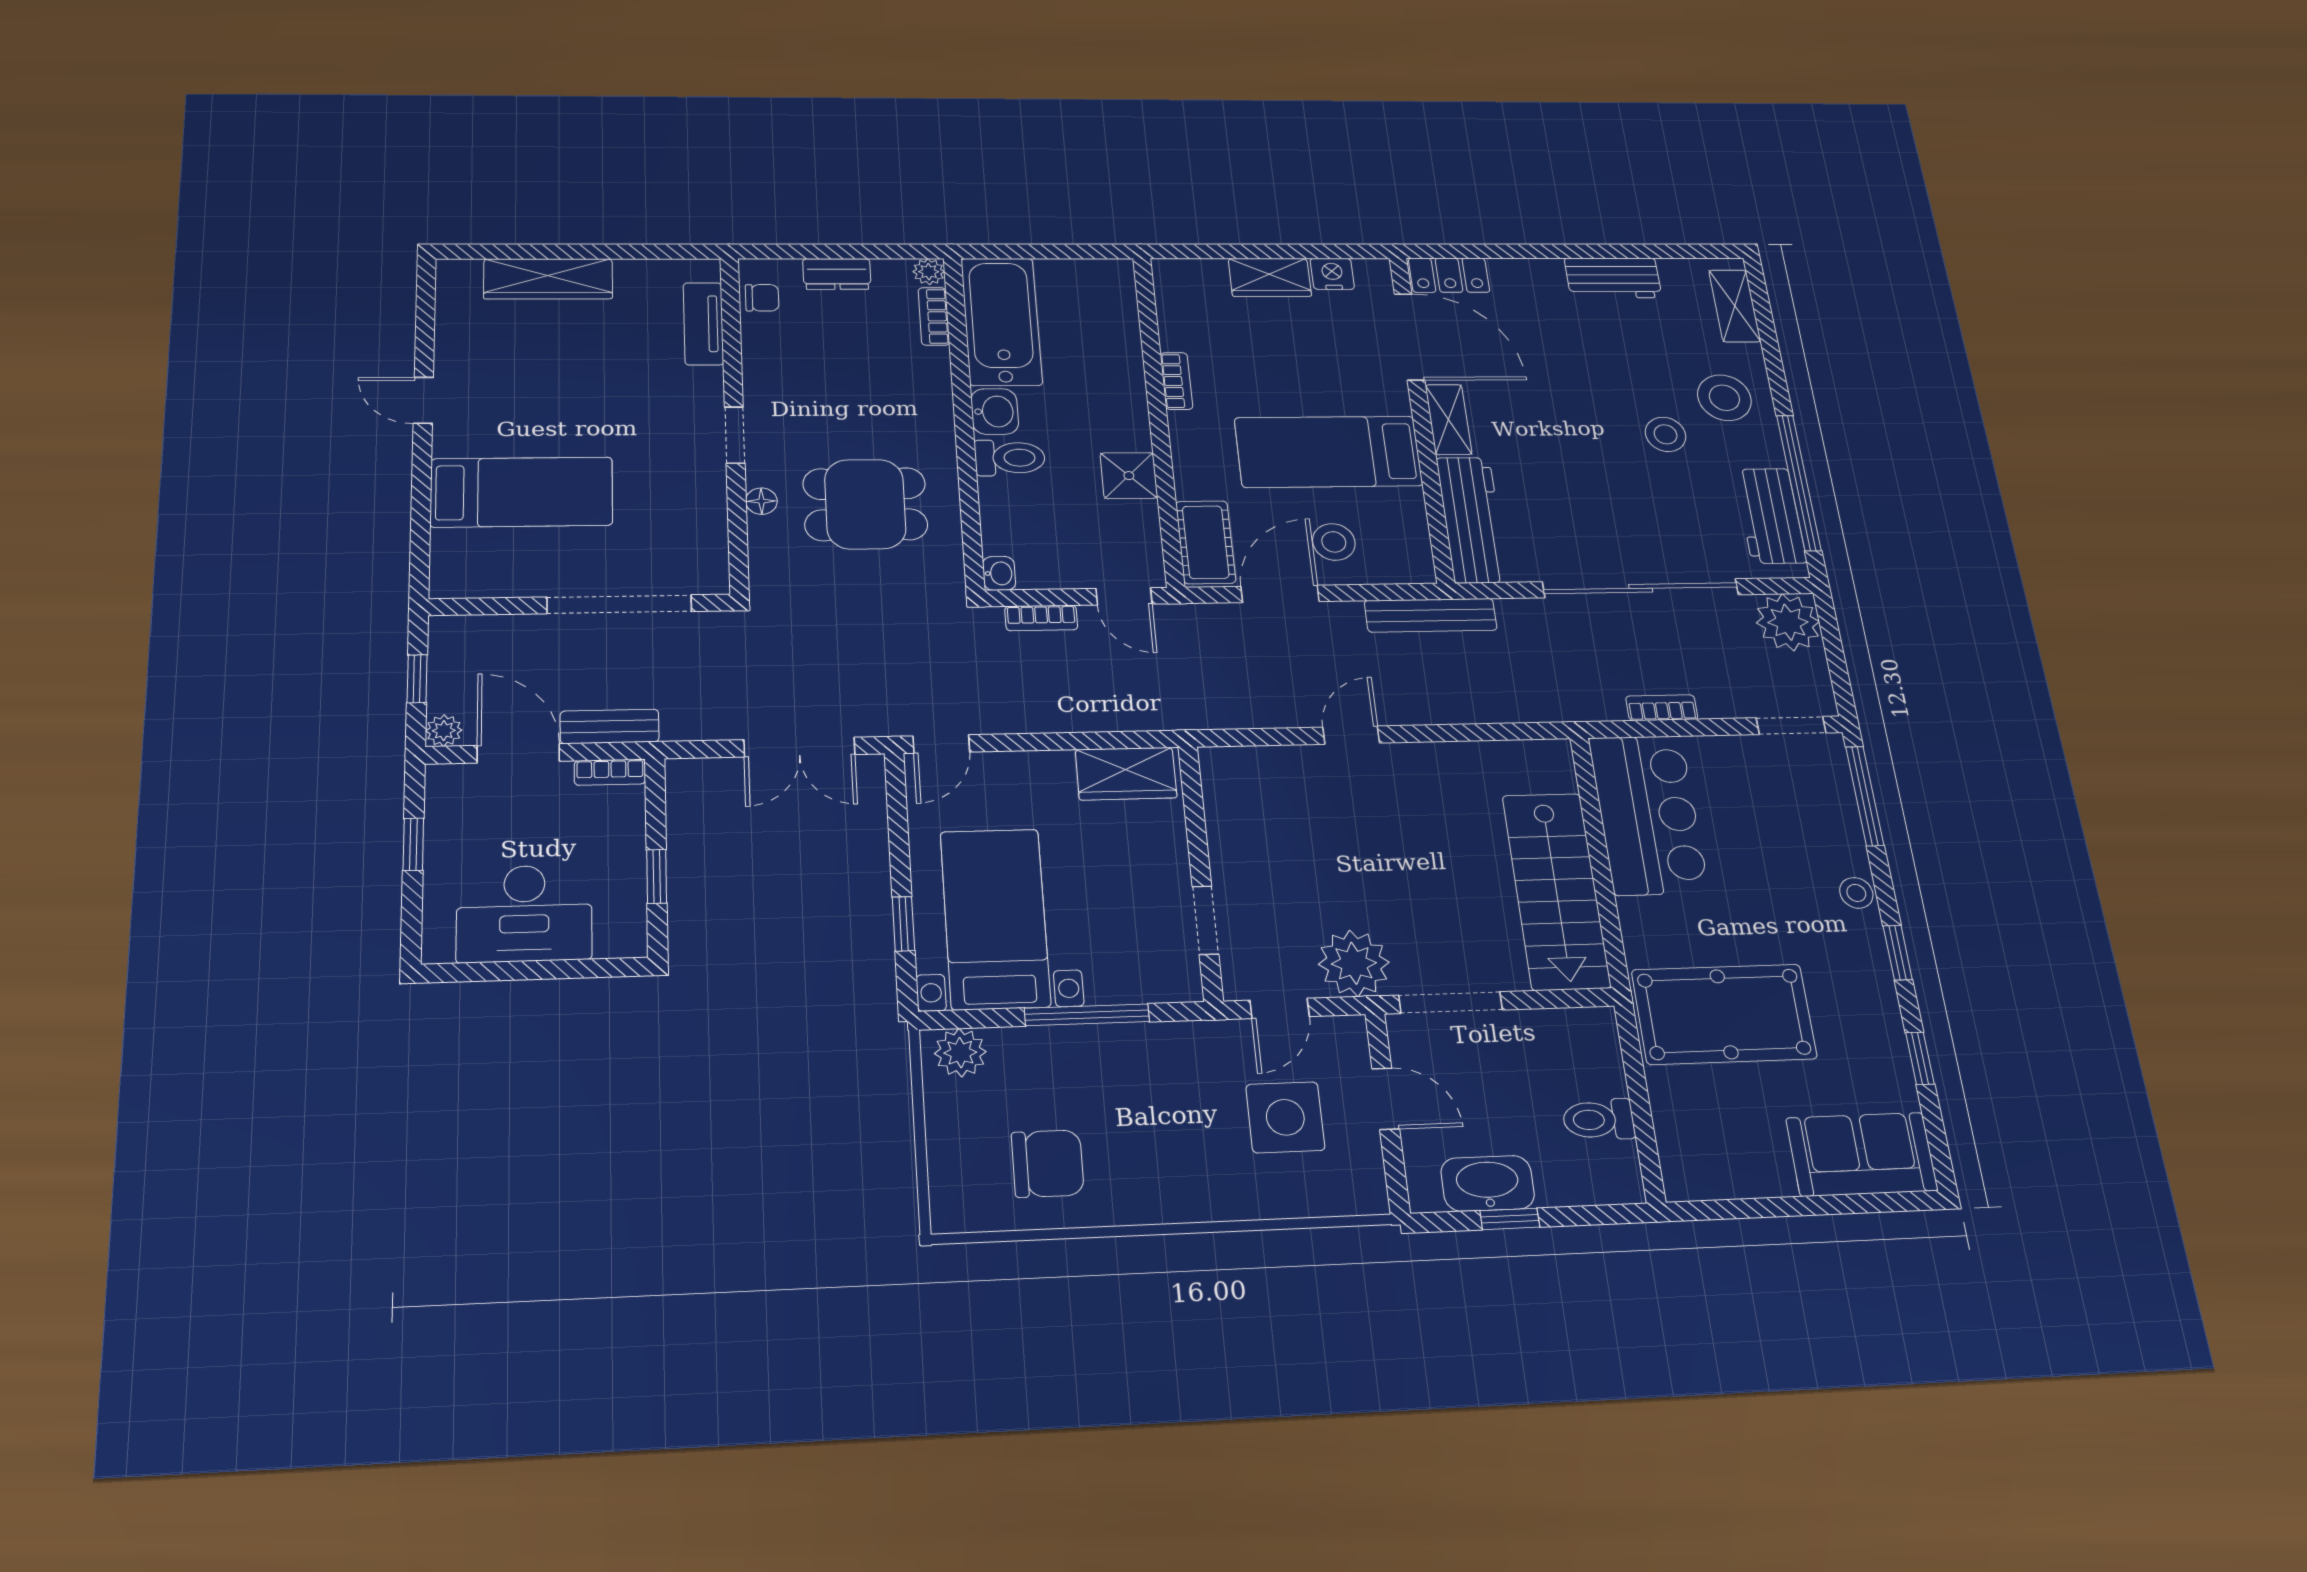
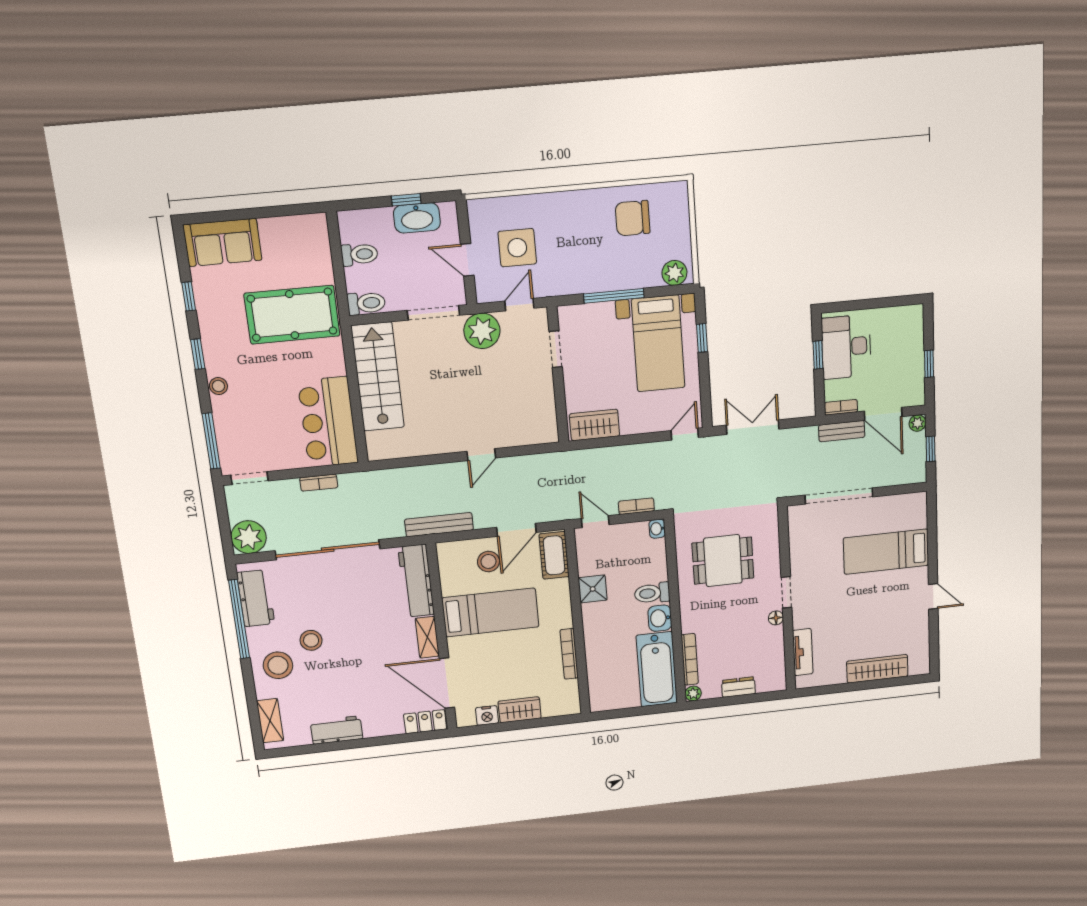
chair: (762, 298) -> (775, 670), removed
bookcase: (934, 316) -> (690, 659), width x1.56
bookcase: (1176, 381) -> (569, 654), width x1.56
floor lamp: (761, 501) -> (776, 618), moved
desk: (524, 913) -> (846, 347), moved, turned -90
toilet: (1582, 1028) -> (366, 303), added

